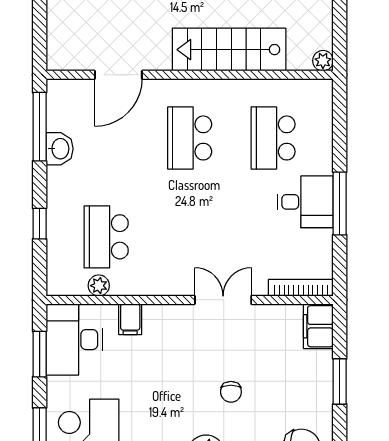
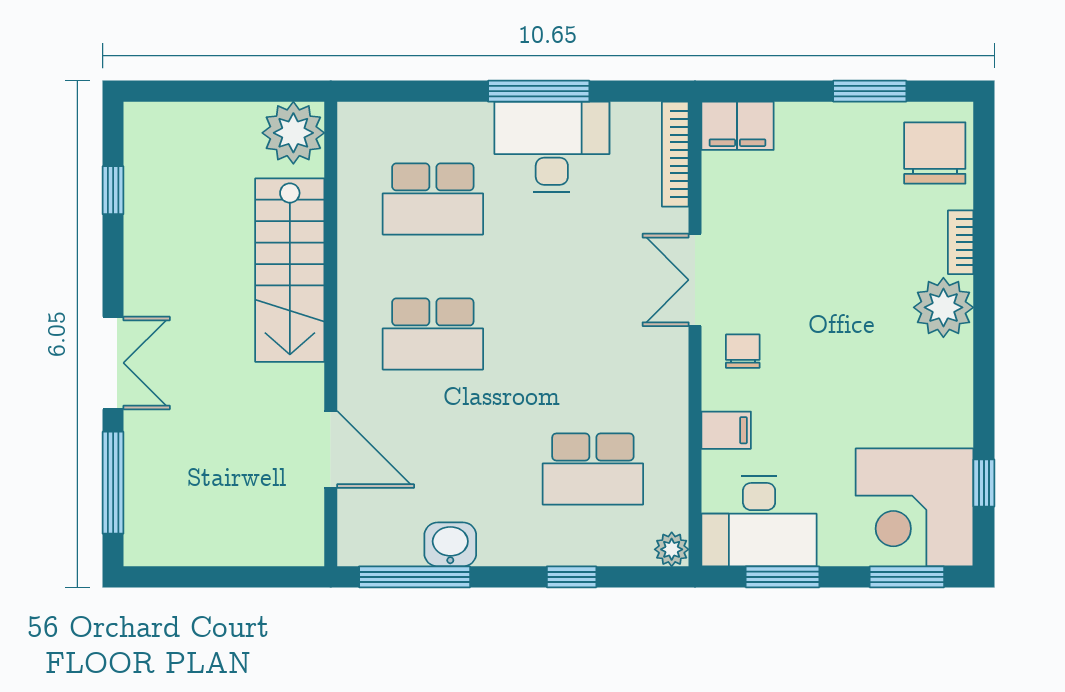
plant: (323, 61) -> (293, 133), width x1.87, depth x1.87
desk: (305, 202) -> (552, 147), width x1.37
plant: (99, 286) -> (672, 549), moved
window: (340, 381) -> (870, 91), moved
chair: (231, 392) -> (743, 351), moved, turned -90

